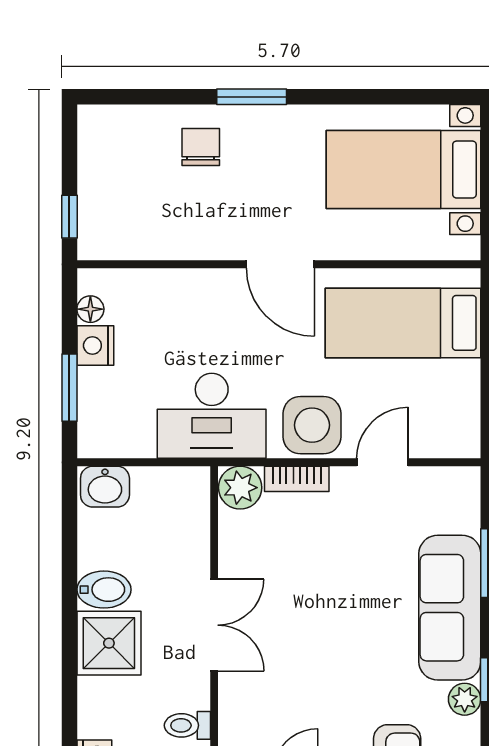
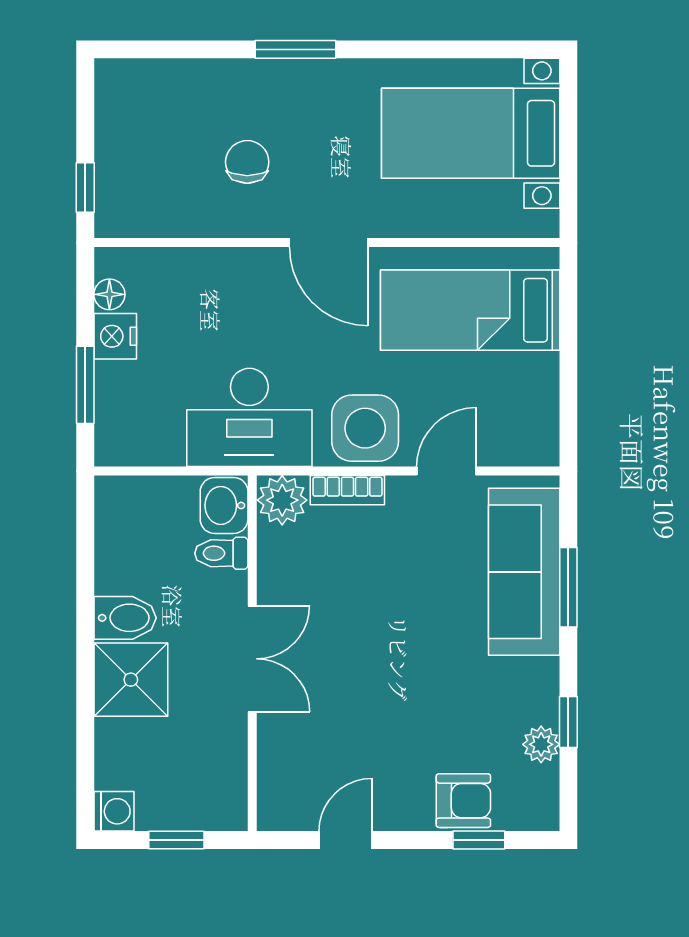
chair: (201, 147) -> (247, 162), moved
washbasin: (105, 487) -> (224, 505), moved, turned 90
sofa: (450, 608) -> (524, 572), moved
toilet: (187, 725) -> (221, 553), moved

